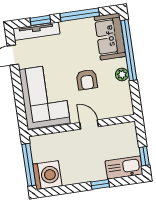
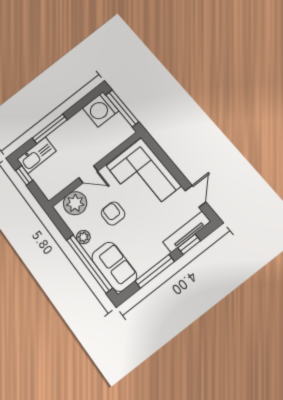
plant: (113, 107) -> (75, 203), added
window: (100, 184) -> (50, 129), width x2.17

